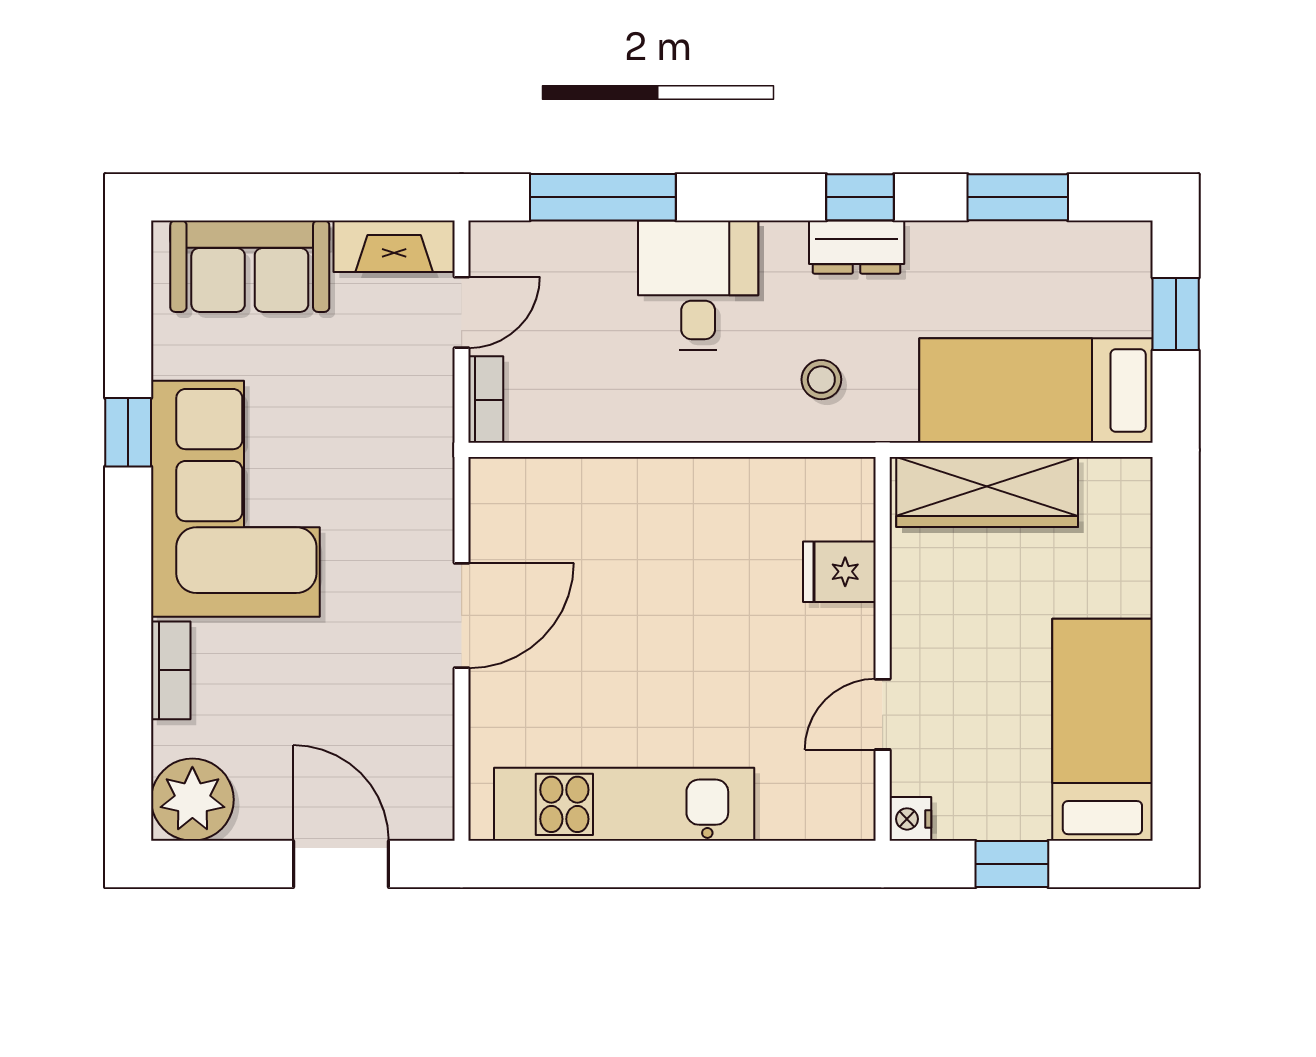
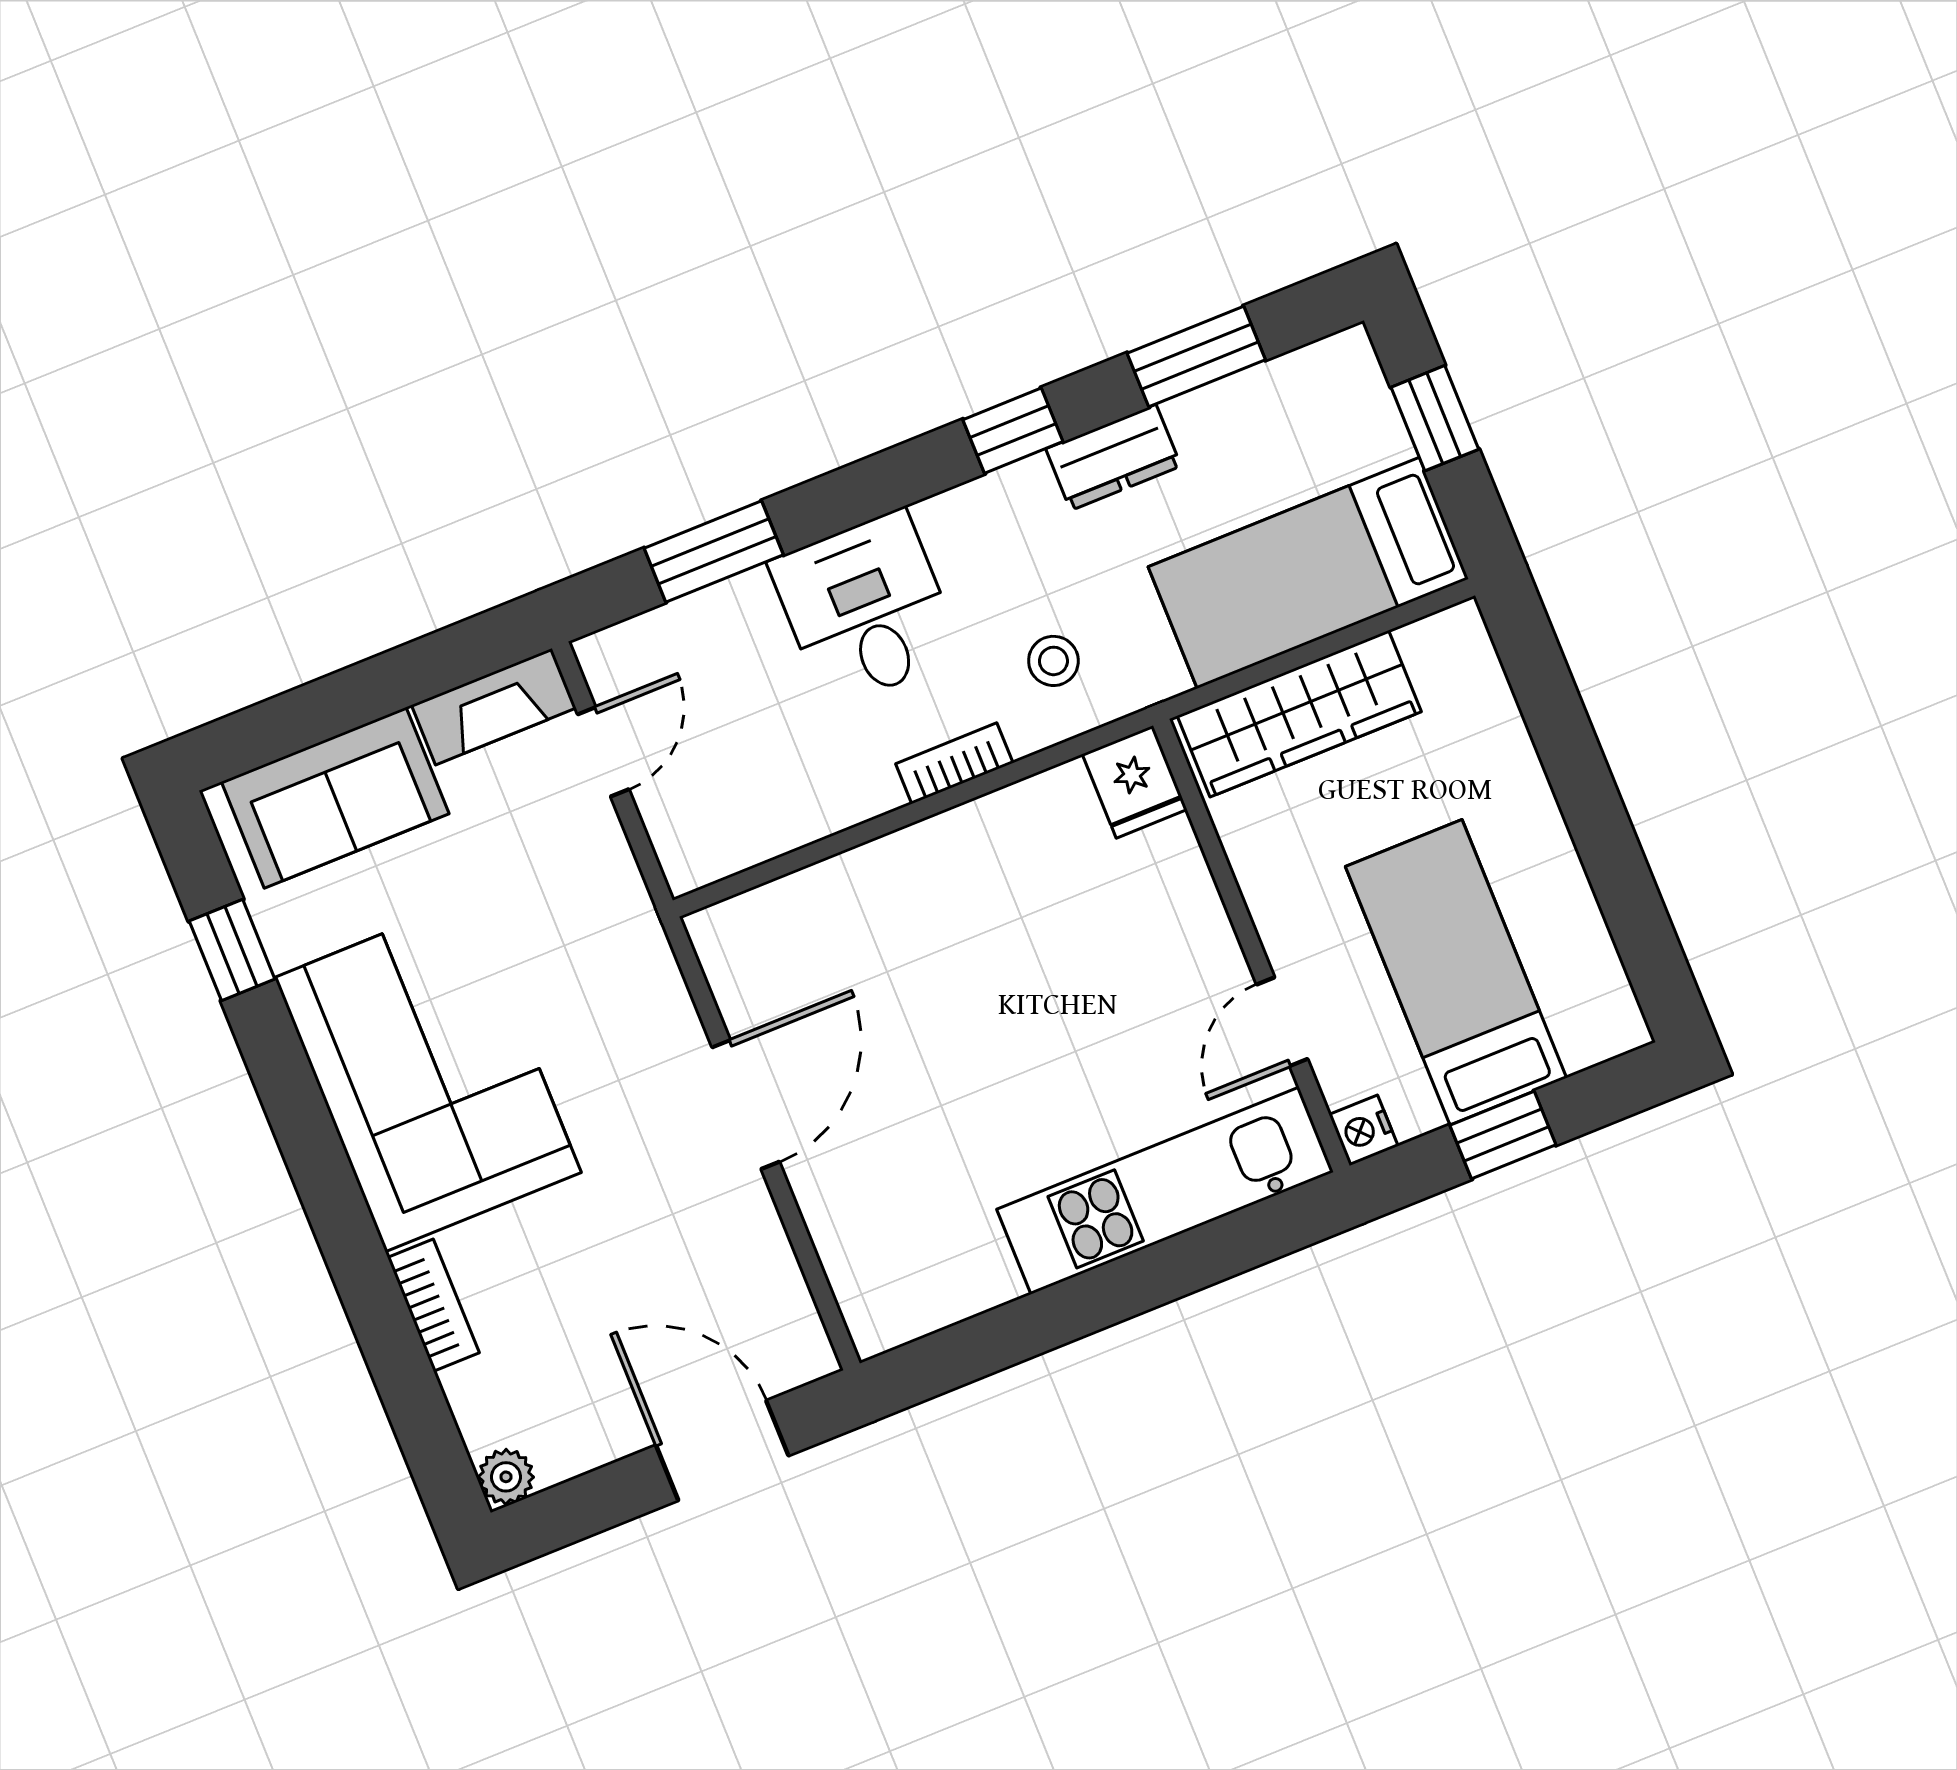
window: (603, 197) -> (714, 552), width x0.69
dresser: (857, 247) -> (1113, 457), moved
bookcase: (486, 400) -> (954, 763), moved, turned -90
window: (128, 432) -> (232, 950), moved
fridge: (839, 572) -> (1135, 782), moved, turned -90
bed: (1102, 730) -> (1456, 972), moved
plant: (192, 800) -> (506, 1477), width x0.53, depth x0.53
kitchen unit: (624, 804) -> (1165, 1191), moved

